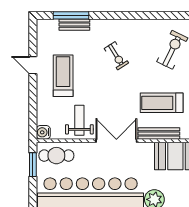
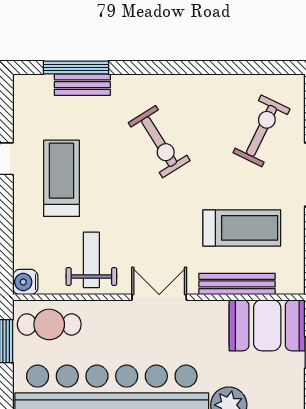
exercise bike: (116, 56) -> (159, 142), width x1.38, depth x1.39
treadmill: (162, 103) -> (242, 228), turned 180
double door: (116, 141) -> (159, 297), width x0.73

